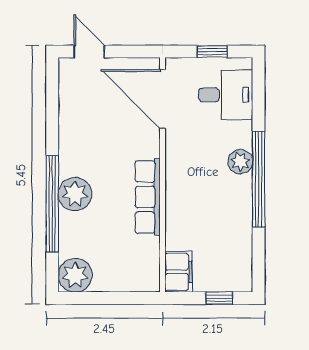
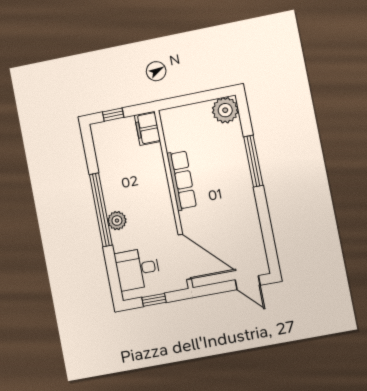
plant: (75, 194) -> (237, 172), removed
window: (52, 204) -> (253, 161), width x0.68

